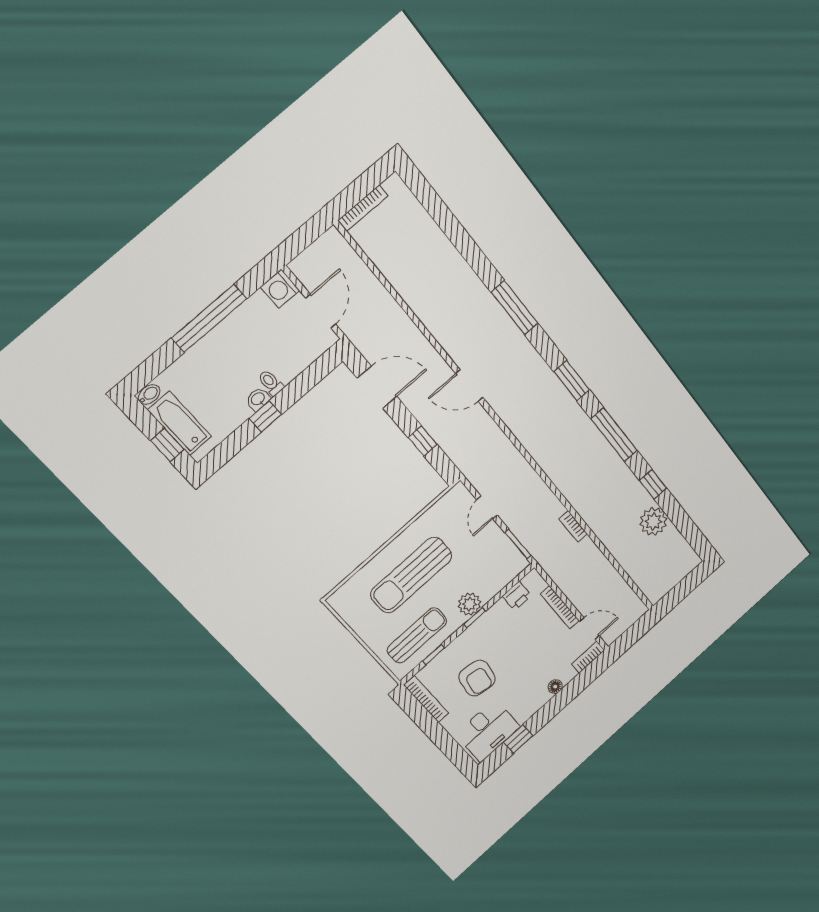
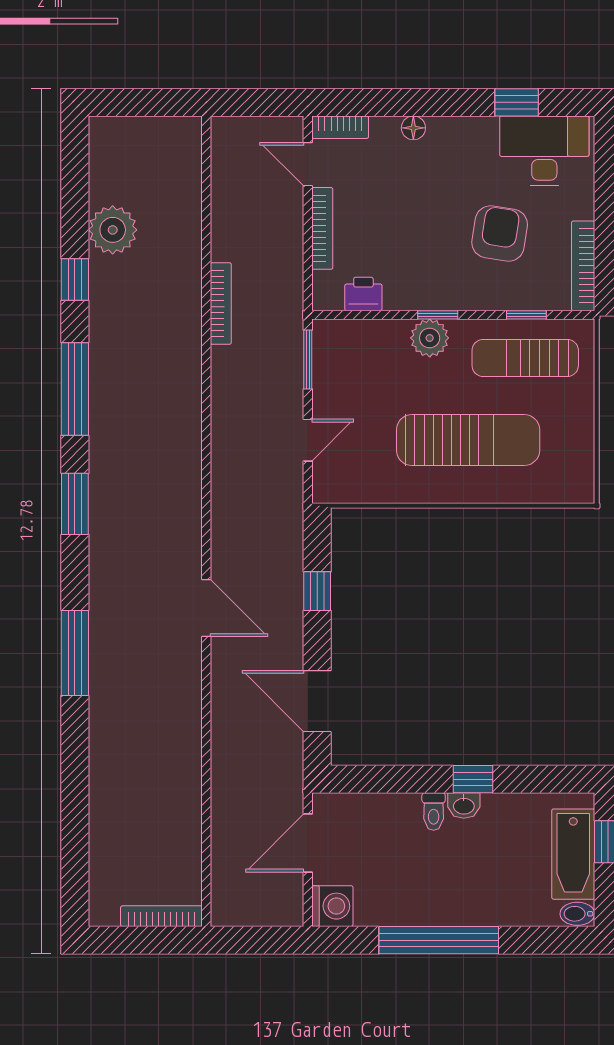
bookcase: (573, 526) -> (221, 304), width x1.56

